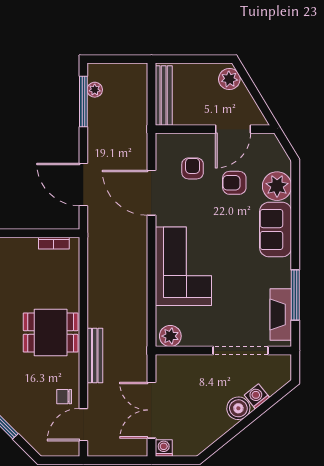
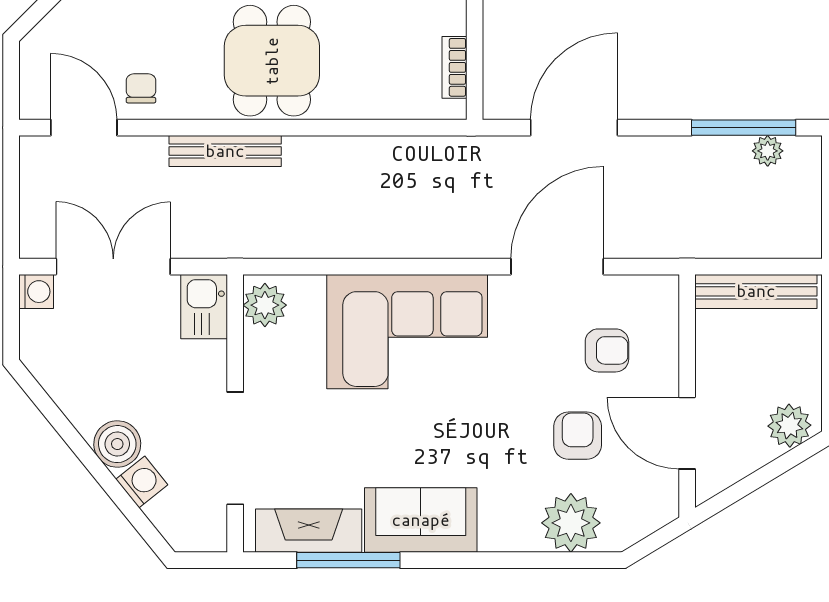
sofa: (276, 230) -> (421, 520), moved
kitchen sink: (171, 366) -> (204, 307), added

